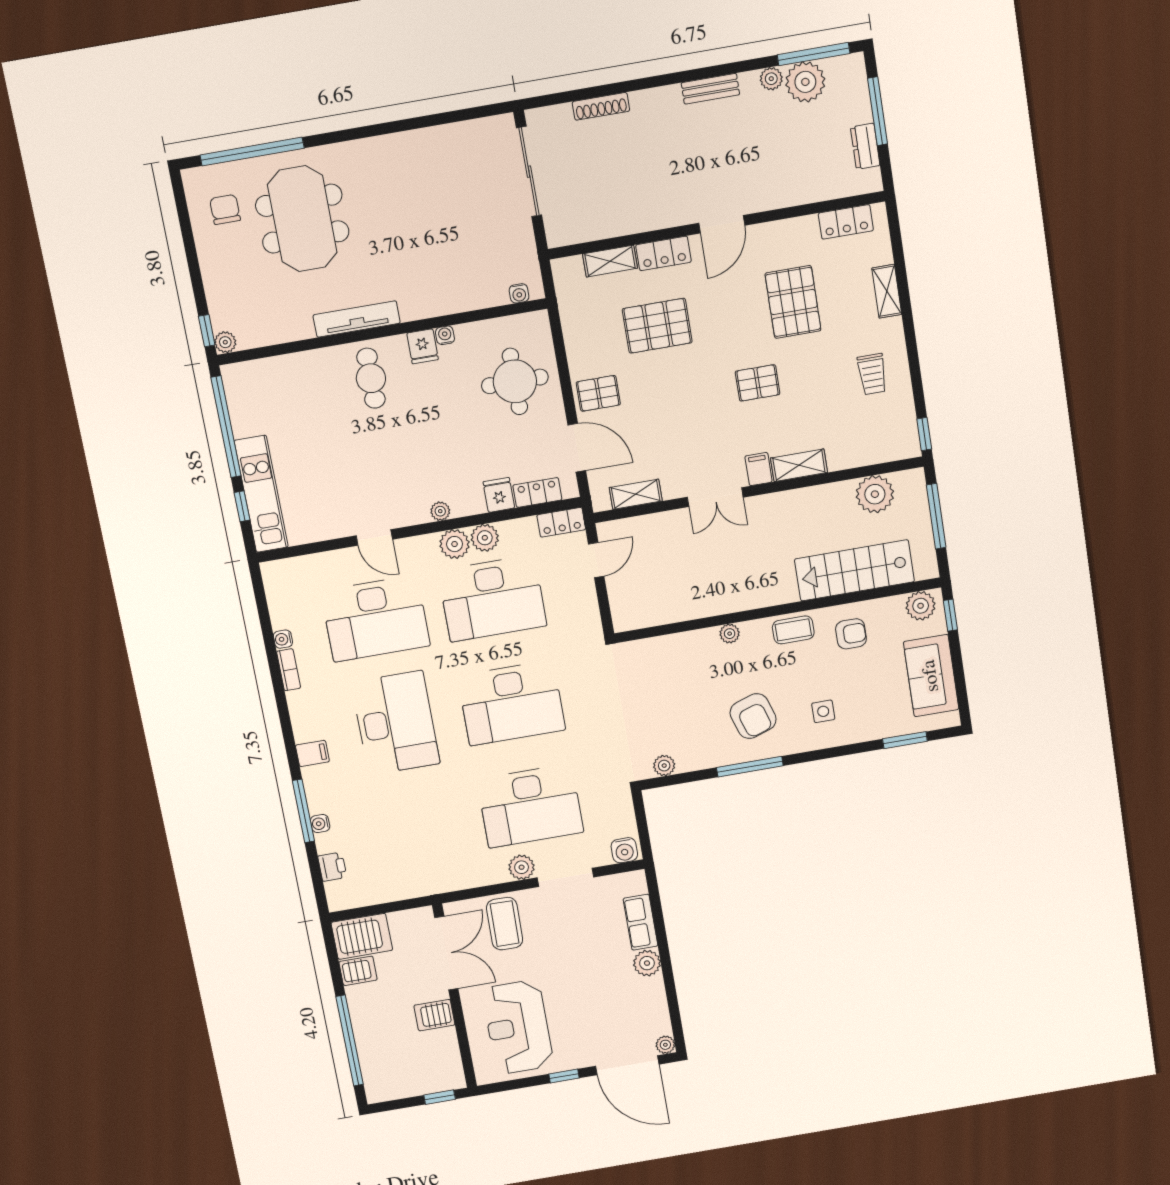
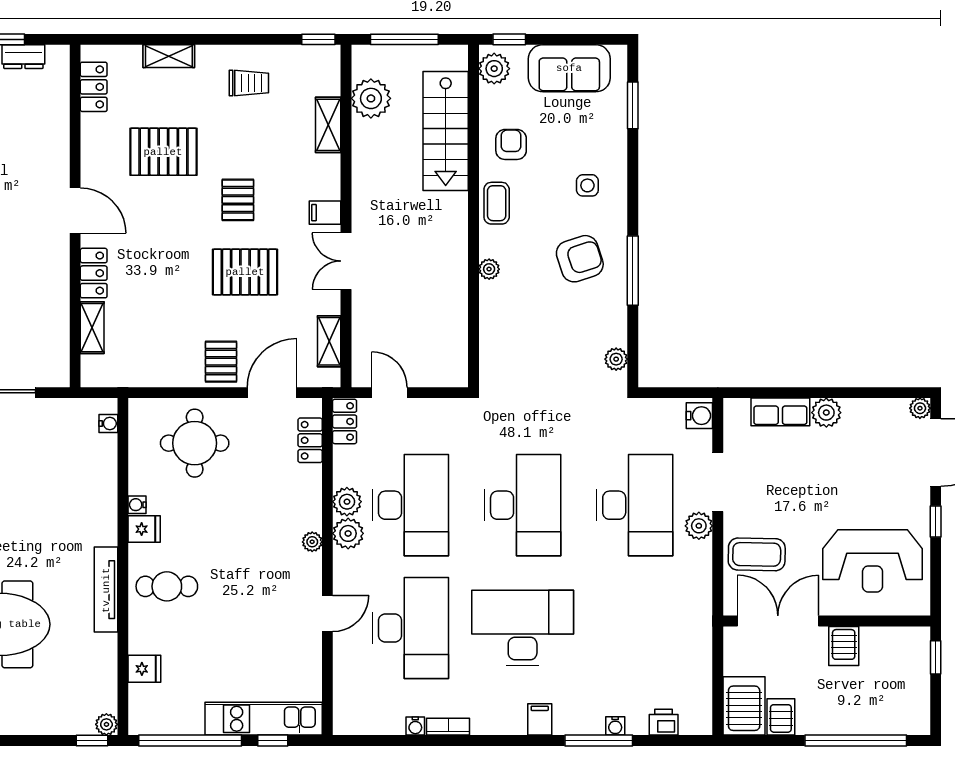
pallet: (657, 326) -> (245, 272), moved, turned 90
shelving: (799, 465) -> (328, 125), moved
fridge: (499, 495) -> (144, 669), moved, turned 180
double door: (715, 497) -> (346, 261), swing flipped

